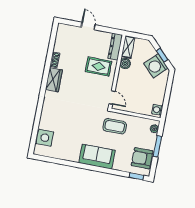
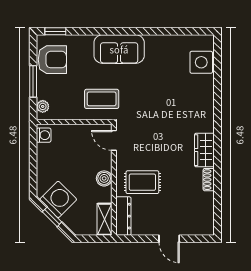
boiler: (125, 64) -> (104, 178), moved

